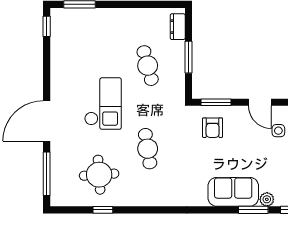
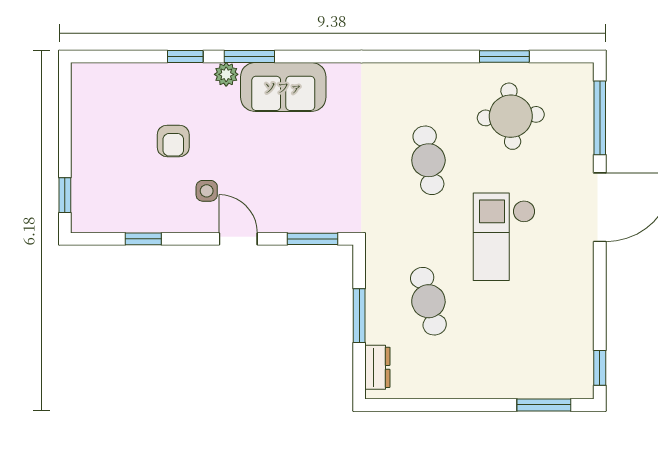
armchair: (213, 128) -> (318, 196), removed
window: (103, 210) -> (504, 57), width x1.50

